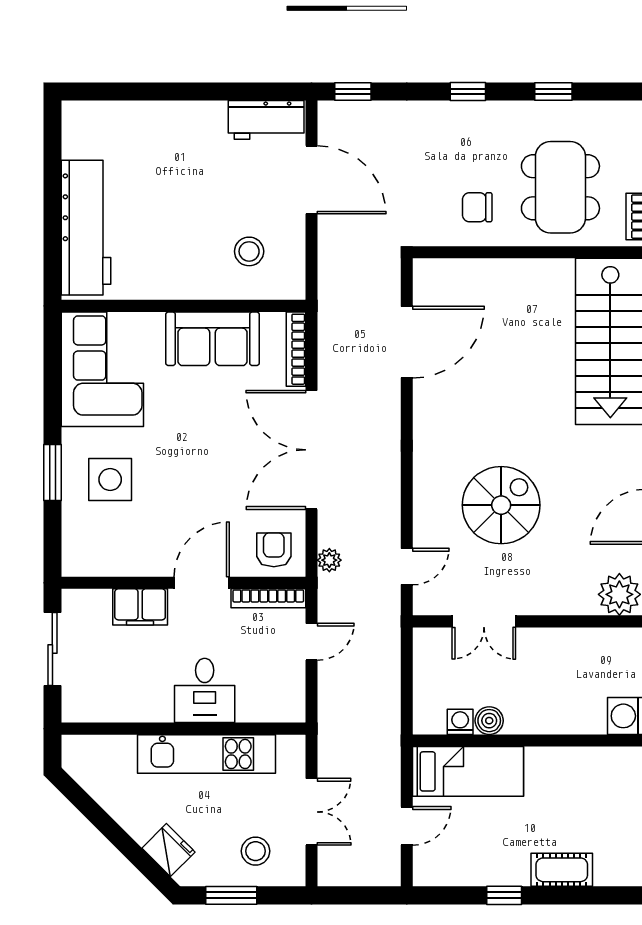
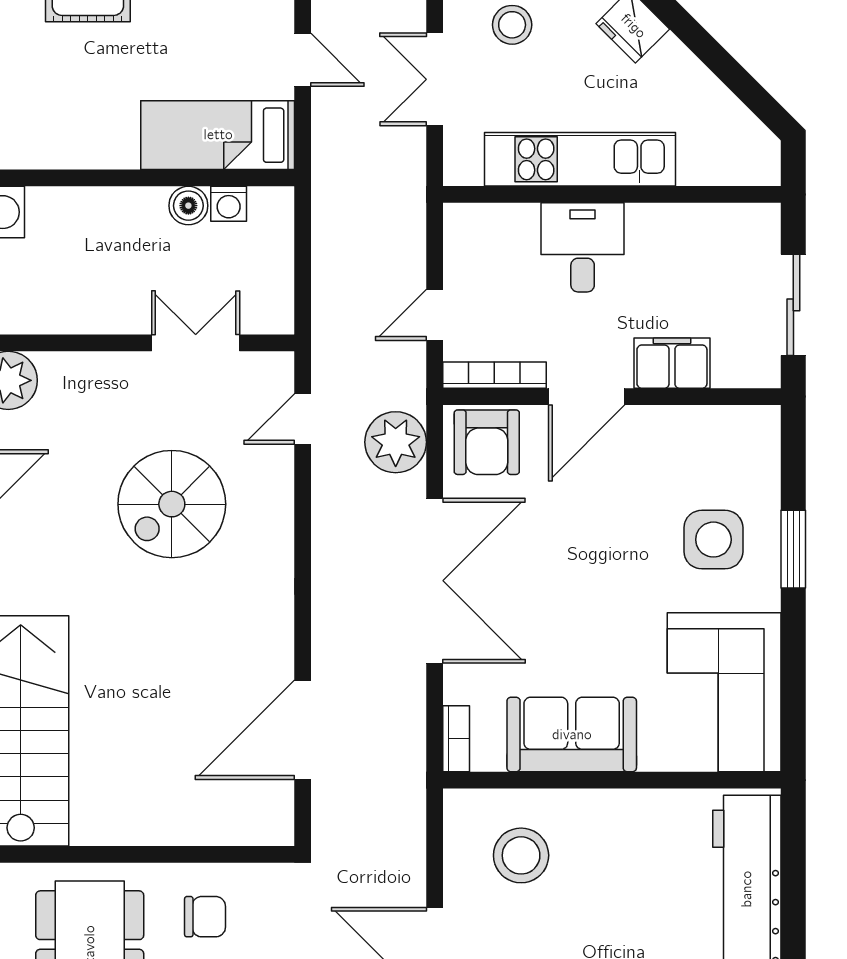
stool: (249, 251) -> (521, 855), width x1.38, depth x1.38
bookcase: (296, 349) -> (456, 739), width x0.64
armchair: (274, 550) -> (487, 442), width x1.38, depth x1.38
plant: (329, 560) -> (396, 442), width x1.87, depth x1.87
door: (407, 826) -> (303, 60), swing flipped

